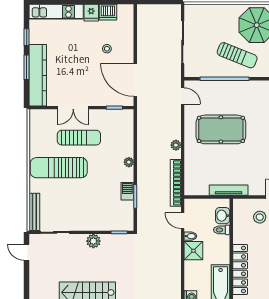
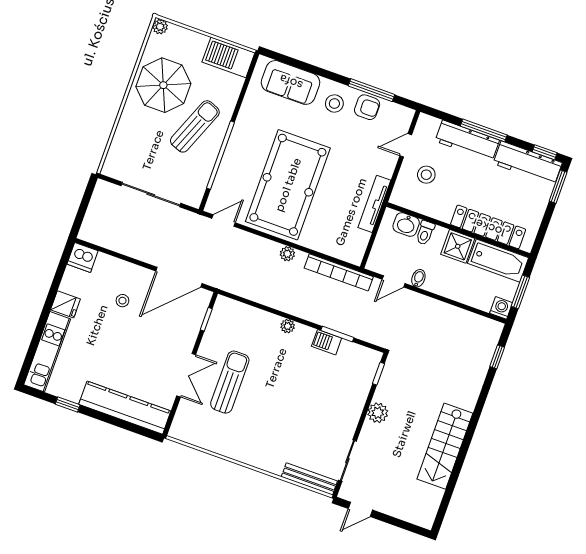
dishwasher: (108, 12) -> (82, 257), moved, turned 90
window: (27, 67) -> (109, 419), removed
pool table: (221, 129) -> (288, 185), width x1.36, depth x1.32
sun lounger: (59, 168) -> (261, 424), removed
shower: (193, 251) -> (458, 246), moved

